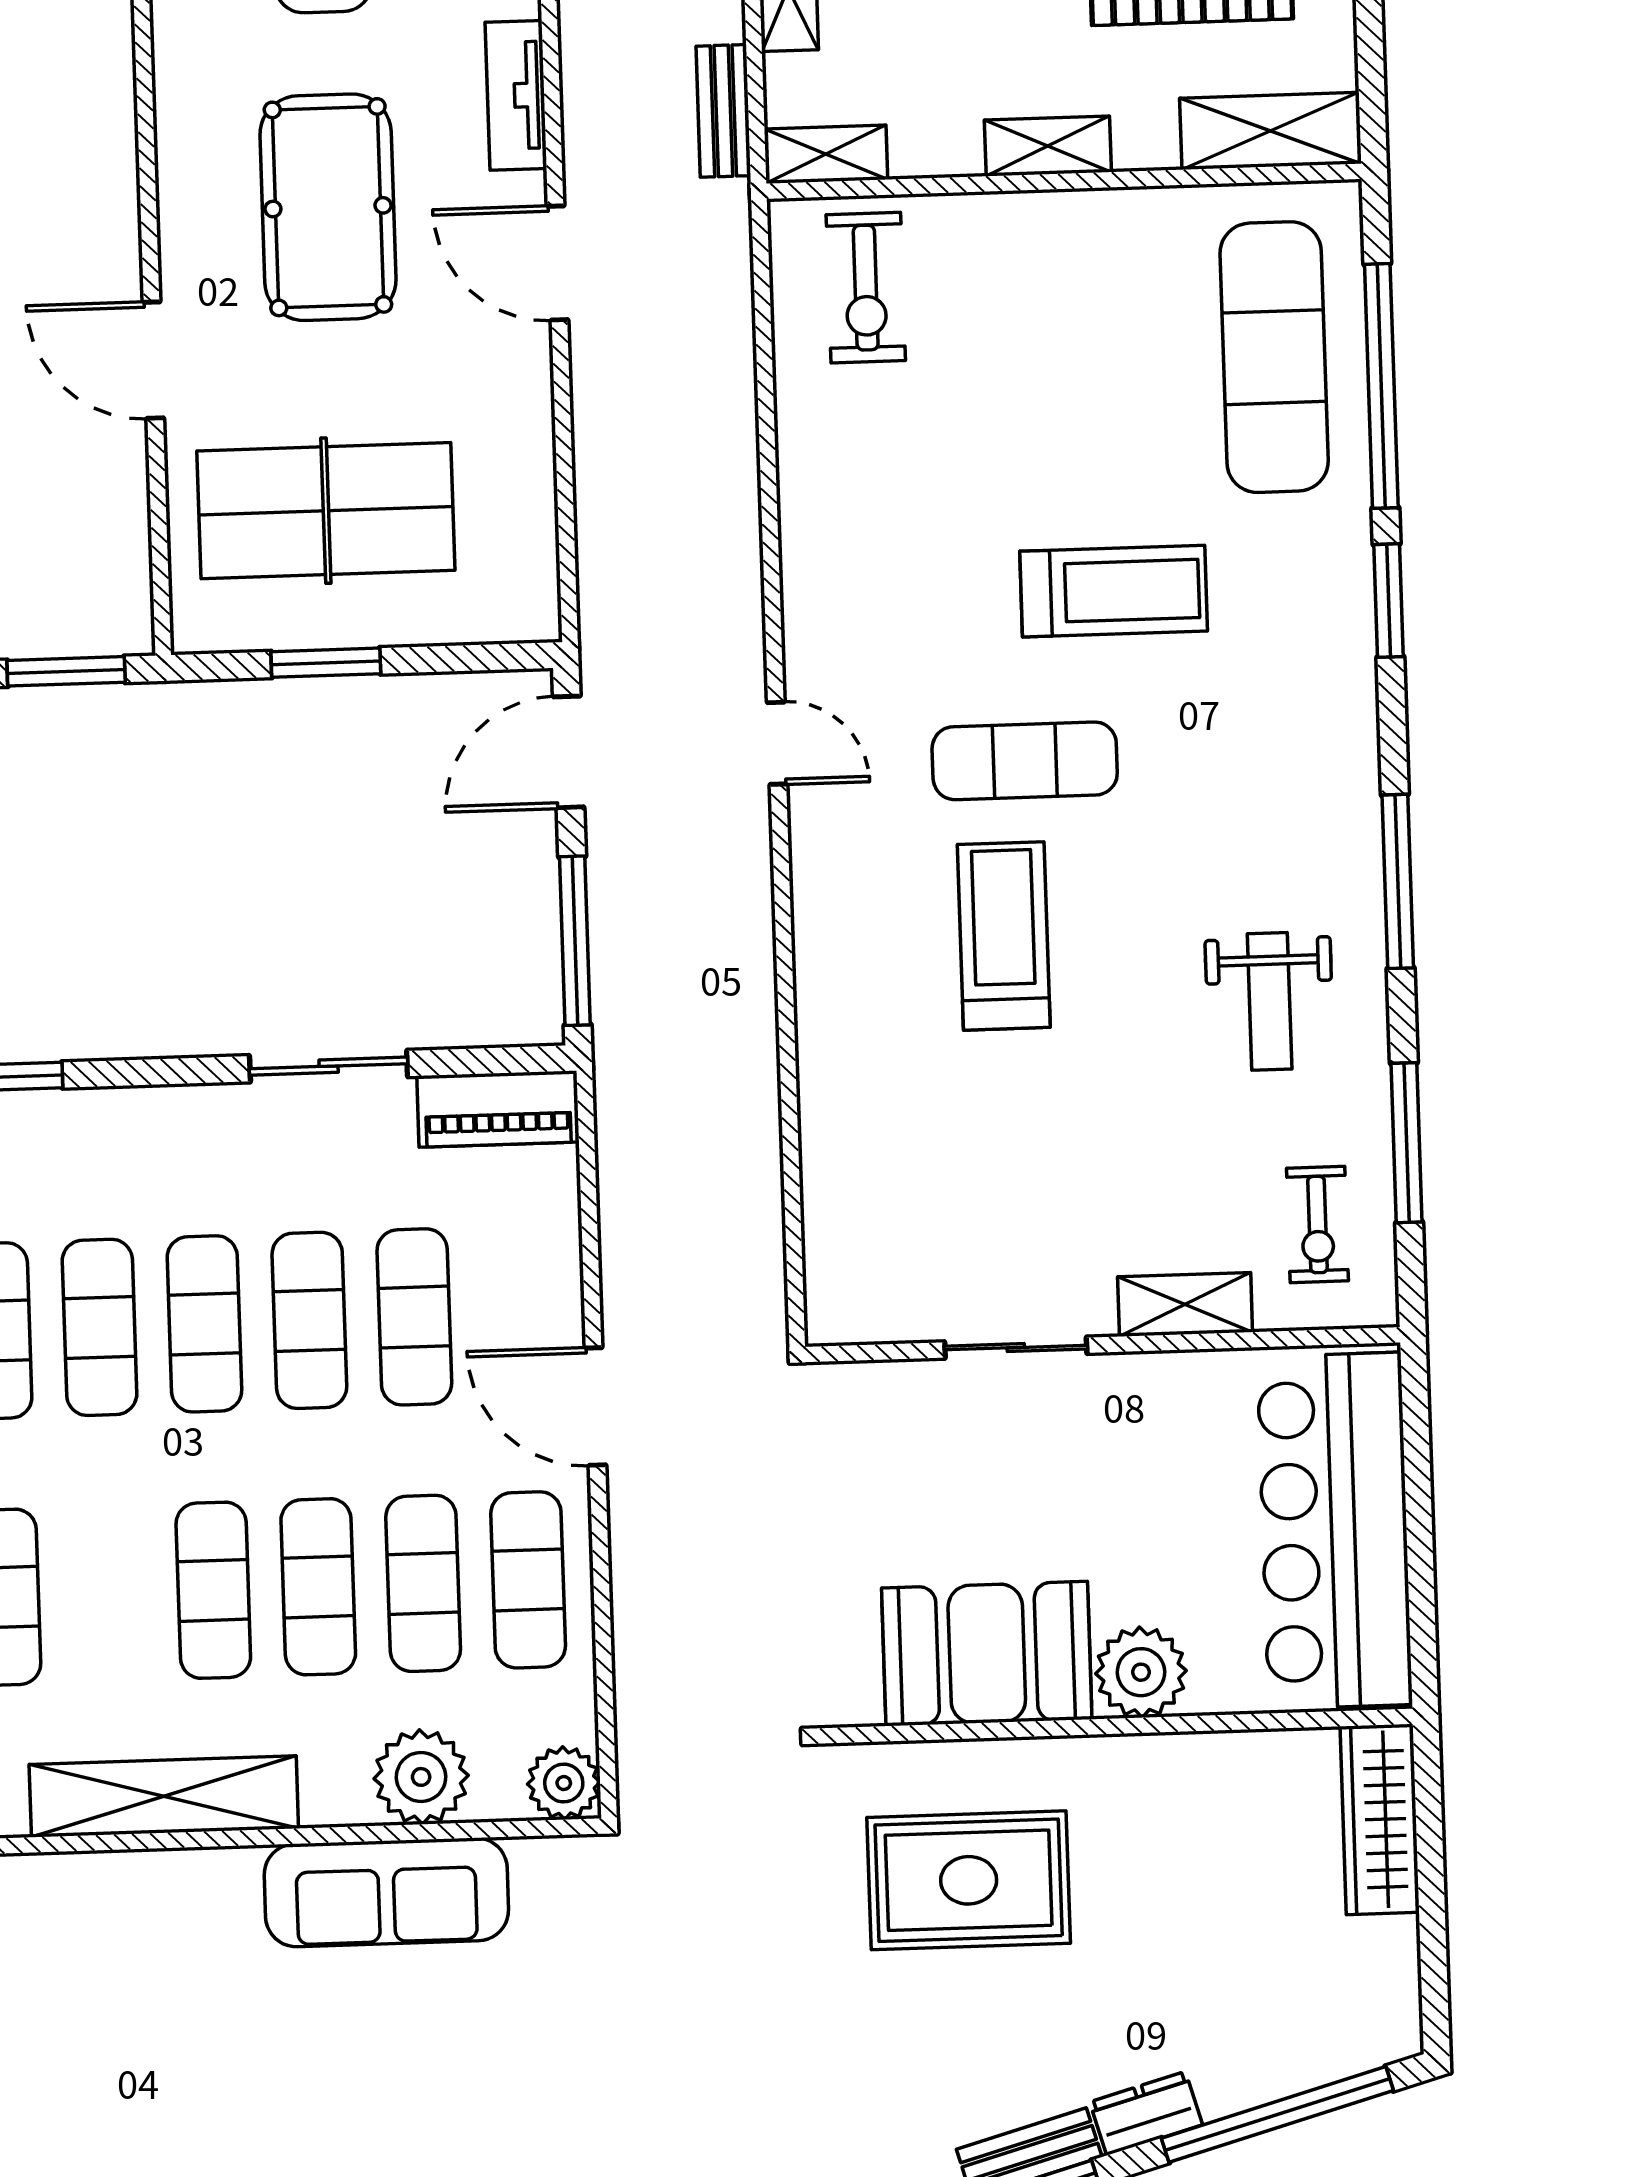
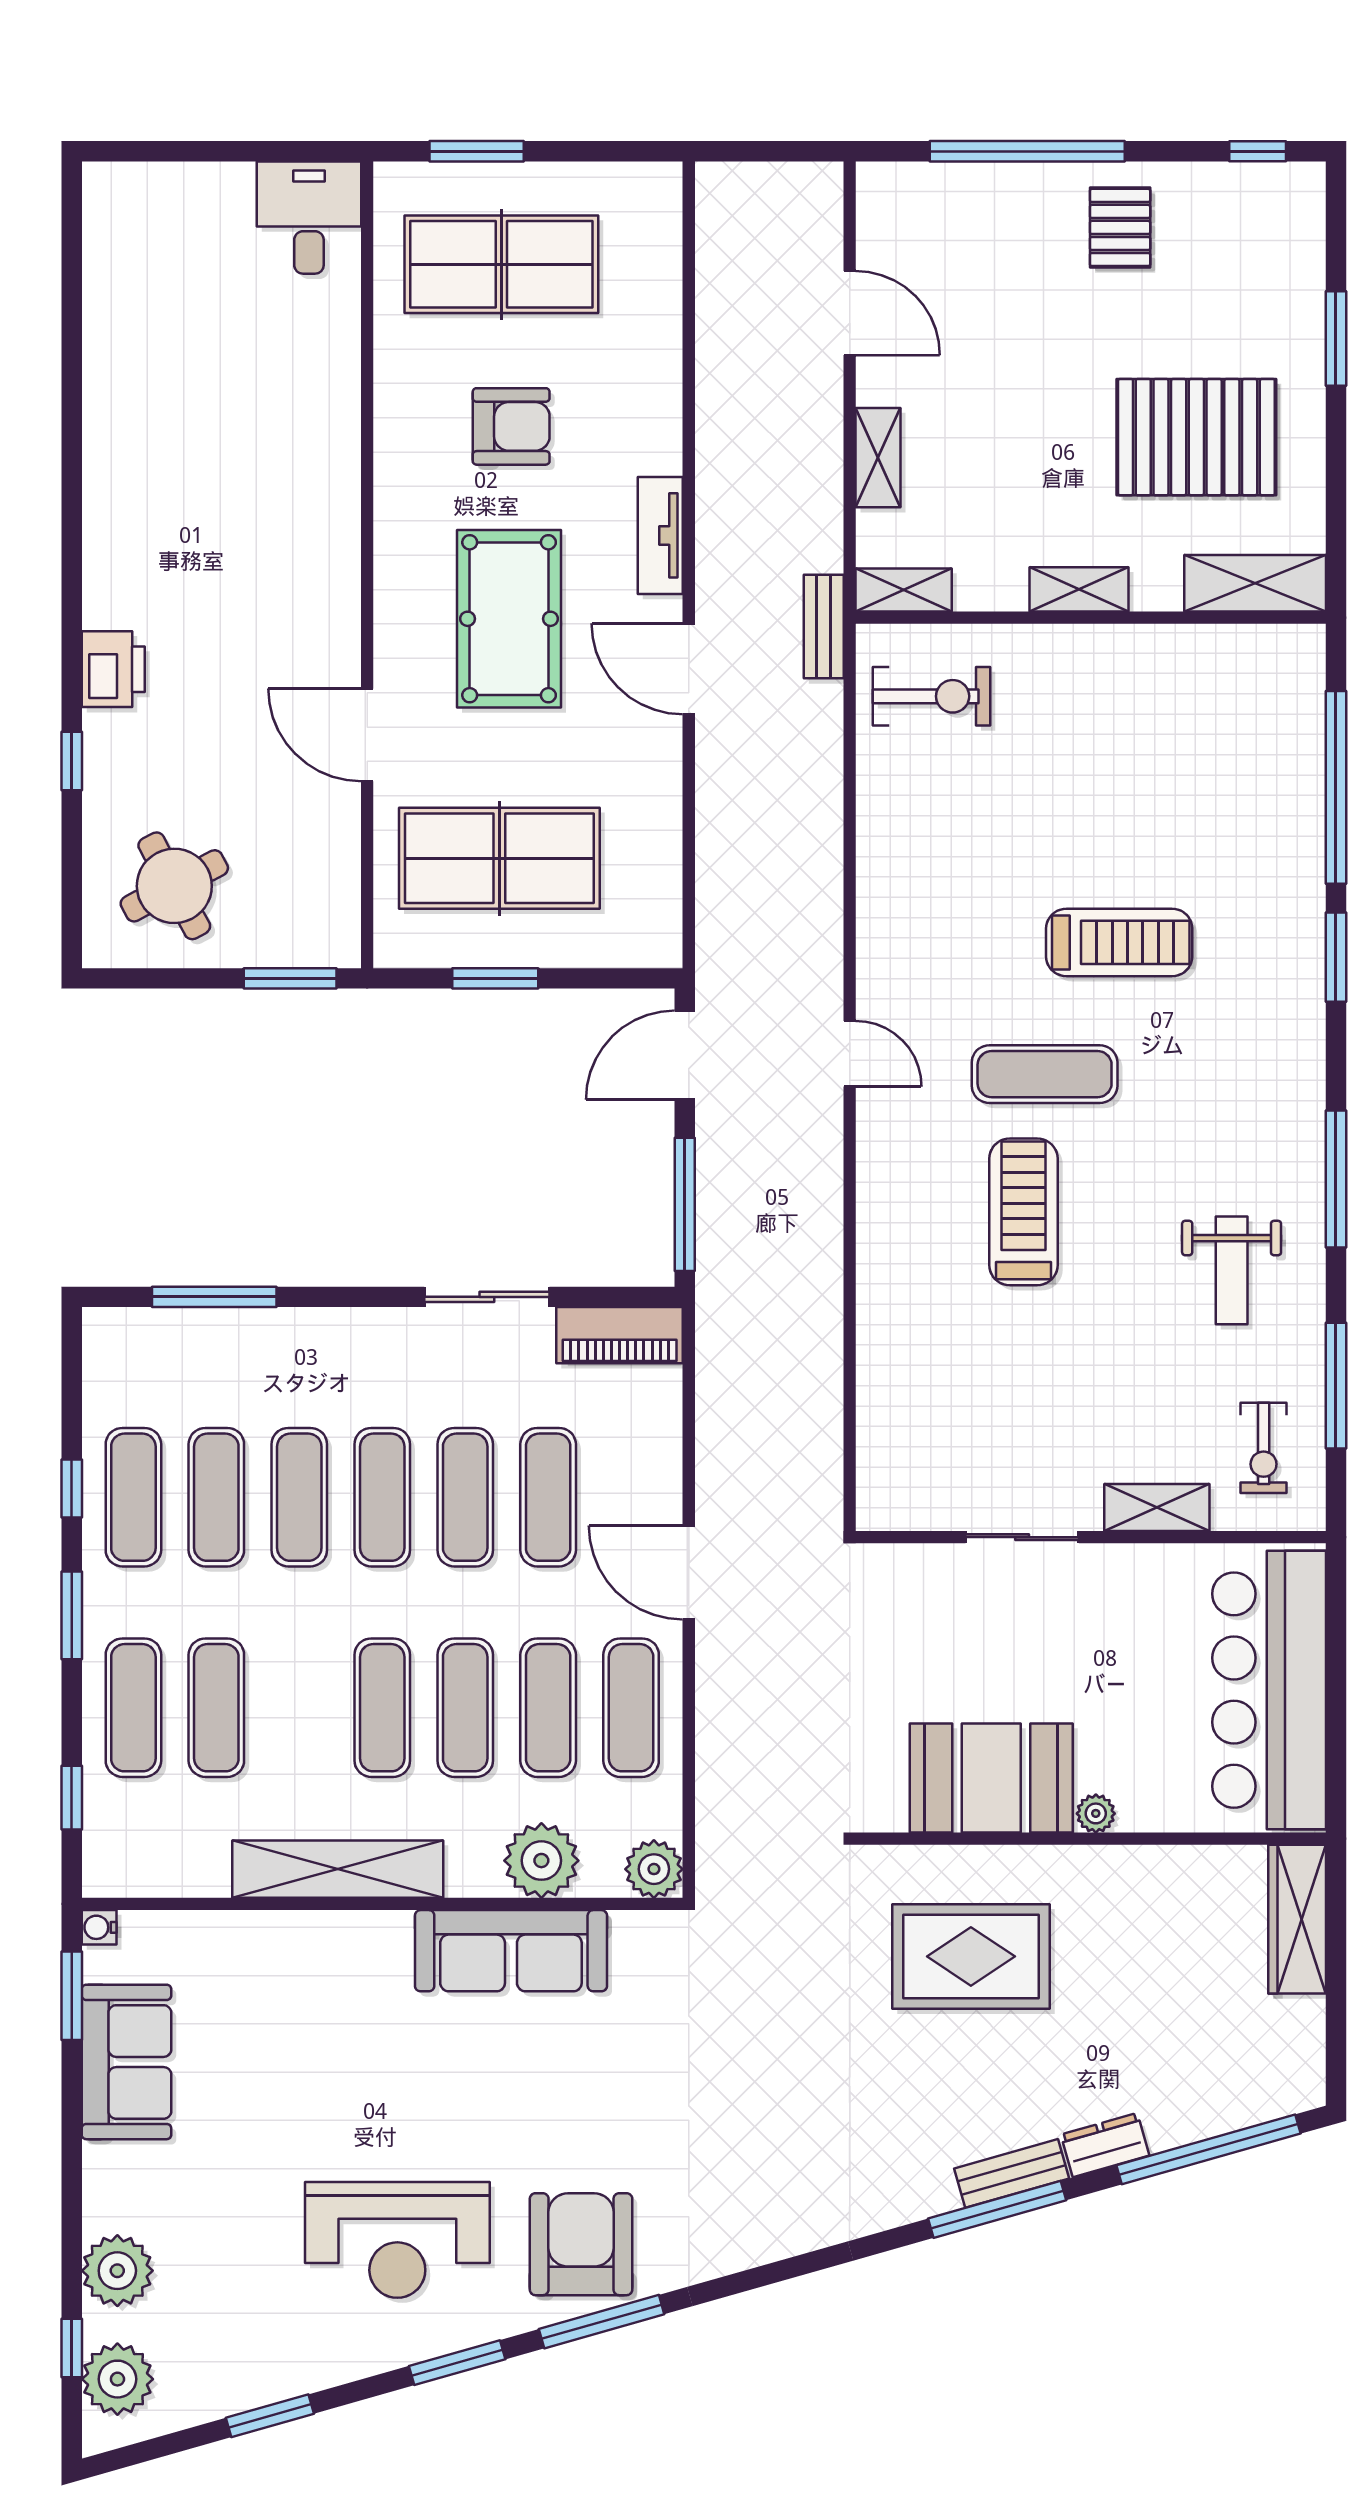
bench: (723, 111) -> (824, 627), moved
exercise bike: (866, 288) -> (931, 696), turned -90
exercise mat: (1274, 357) -> (1252, 762), removed
plant: (1141, 1672) -> (1096, 1813), width x0.53, depth x0.53

